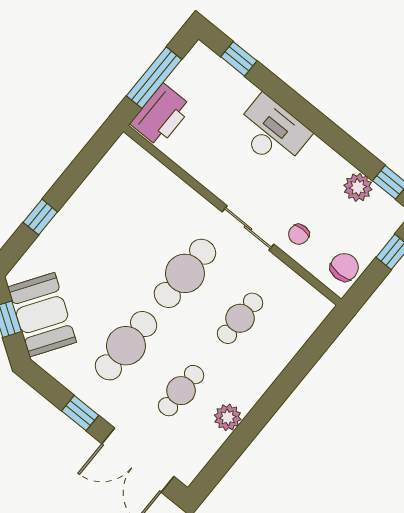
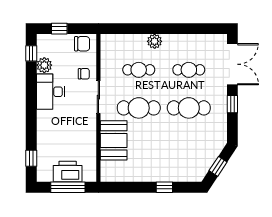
printer: (161, 115) -> (68, 172), moved
desk: (272, 132) -> (50, 92), moved
chair: (344, 267) -> (82, 44), turned 180
booth: (42, 315) -> (114, 140), moved, turned -33
plant: (228, 417) -> (155, 41), moved

